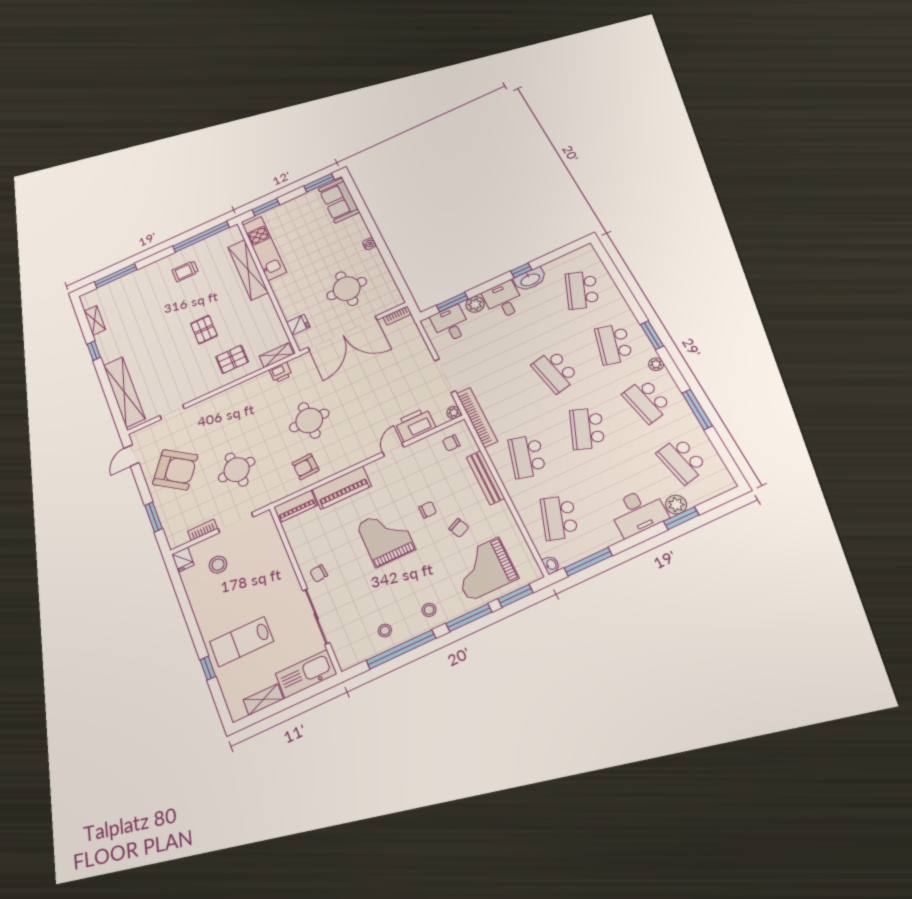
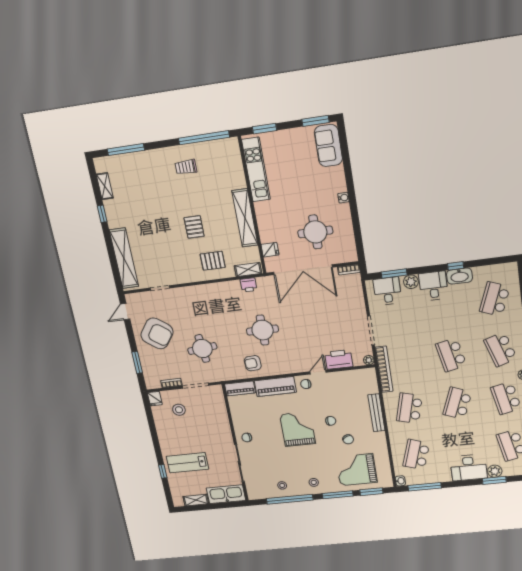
shelving: (248, 270) -> (245, 218), moved
school desk: (614, 344) -> (500, 349), turned -33
chair: (451, 443) -> (306, 384), moved

